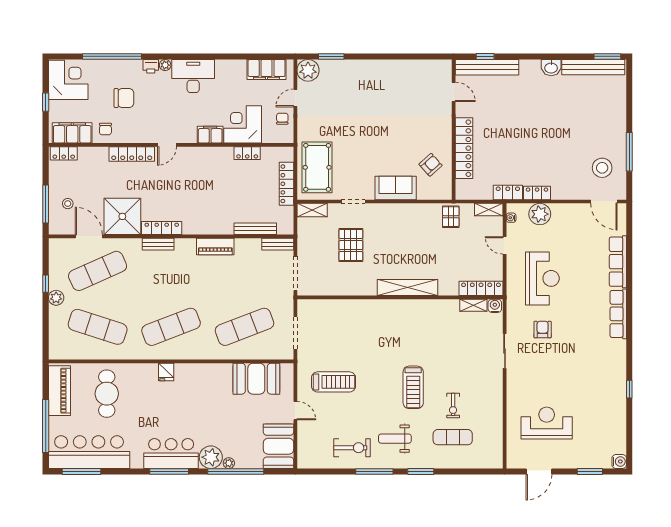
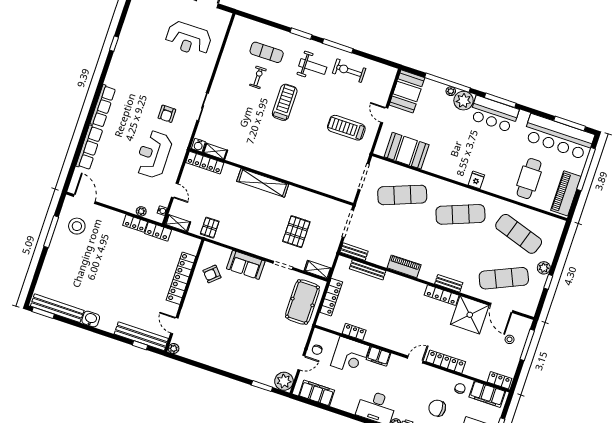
plant: (446, 66) -> (174, 349), added
plant: (540, 214) -> (141, 211), width x0.53, depth x0.53

